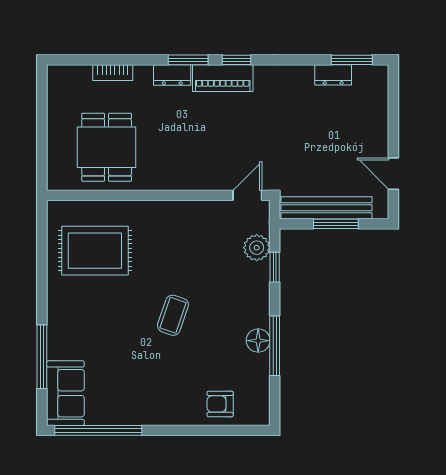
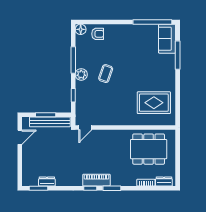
dresser: (172, 75) -> (164, 181), moved
dining table: (107, 147) -> (149, 149), width x1.38
door: (393, 174) -> (20, 137), hinge flipped
plant: (257, 248) -> (81, 74), moved
coffee table: (173, 315) -> (106, 74), moved
floor lamp: (258, 341) -> (81, 29), moved

